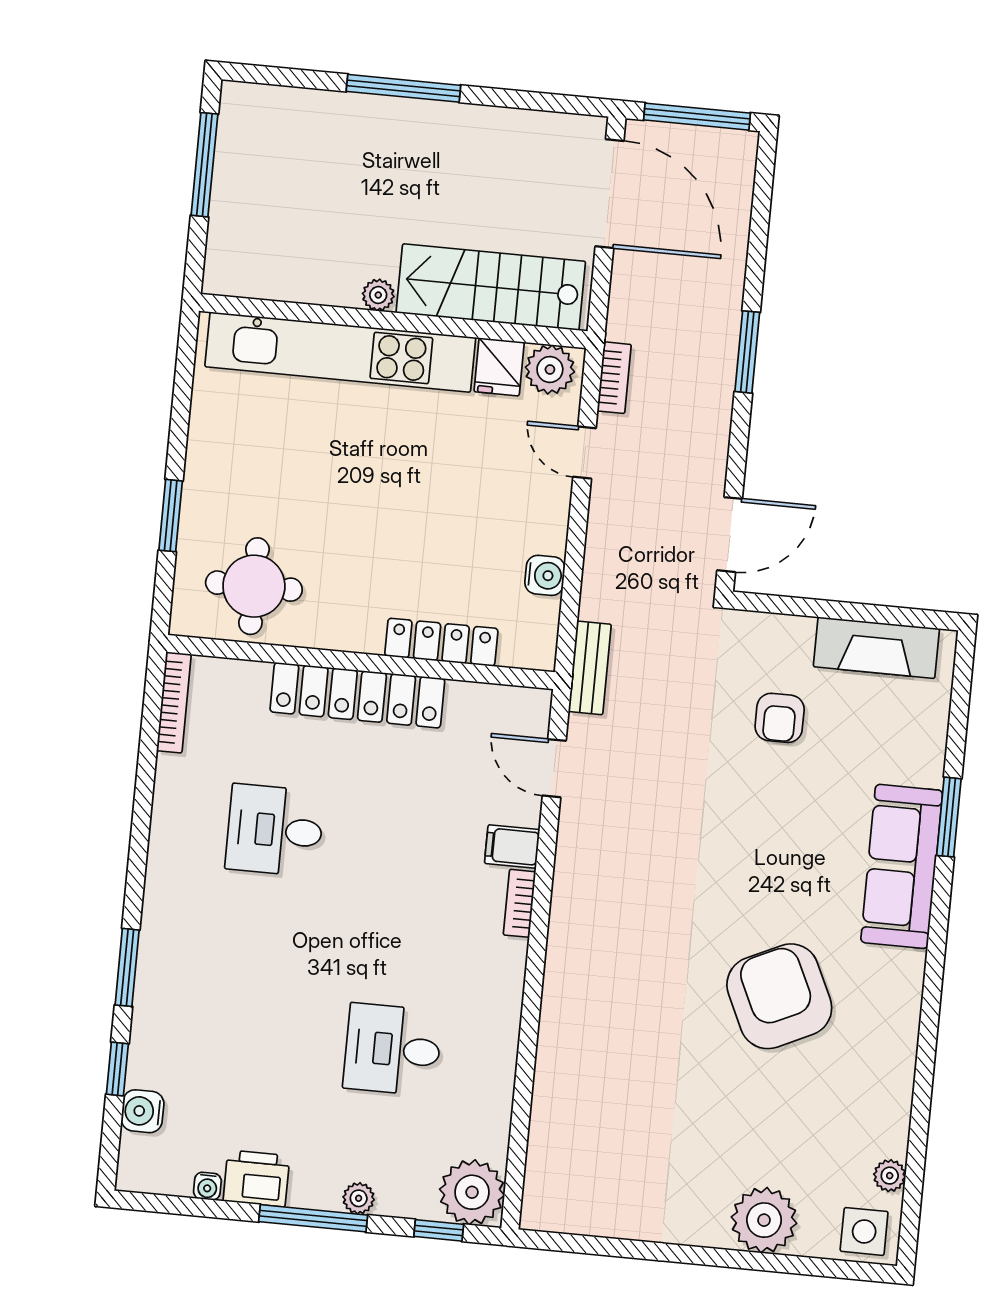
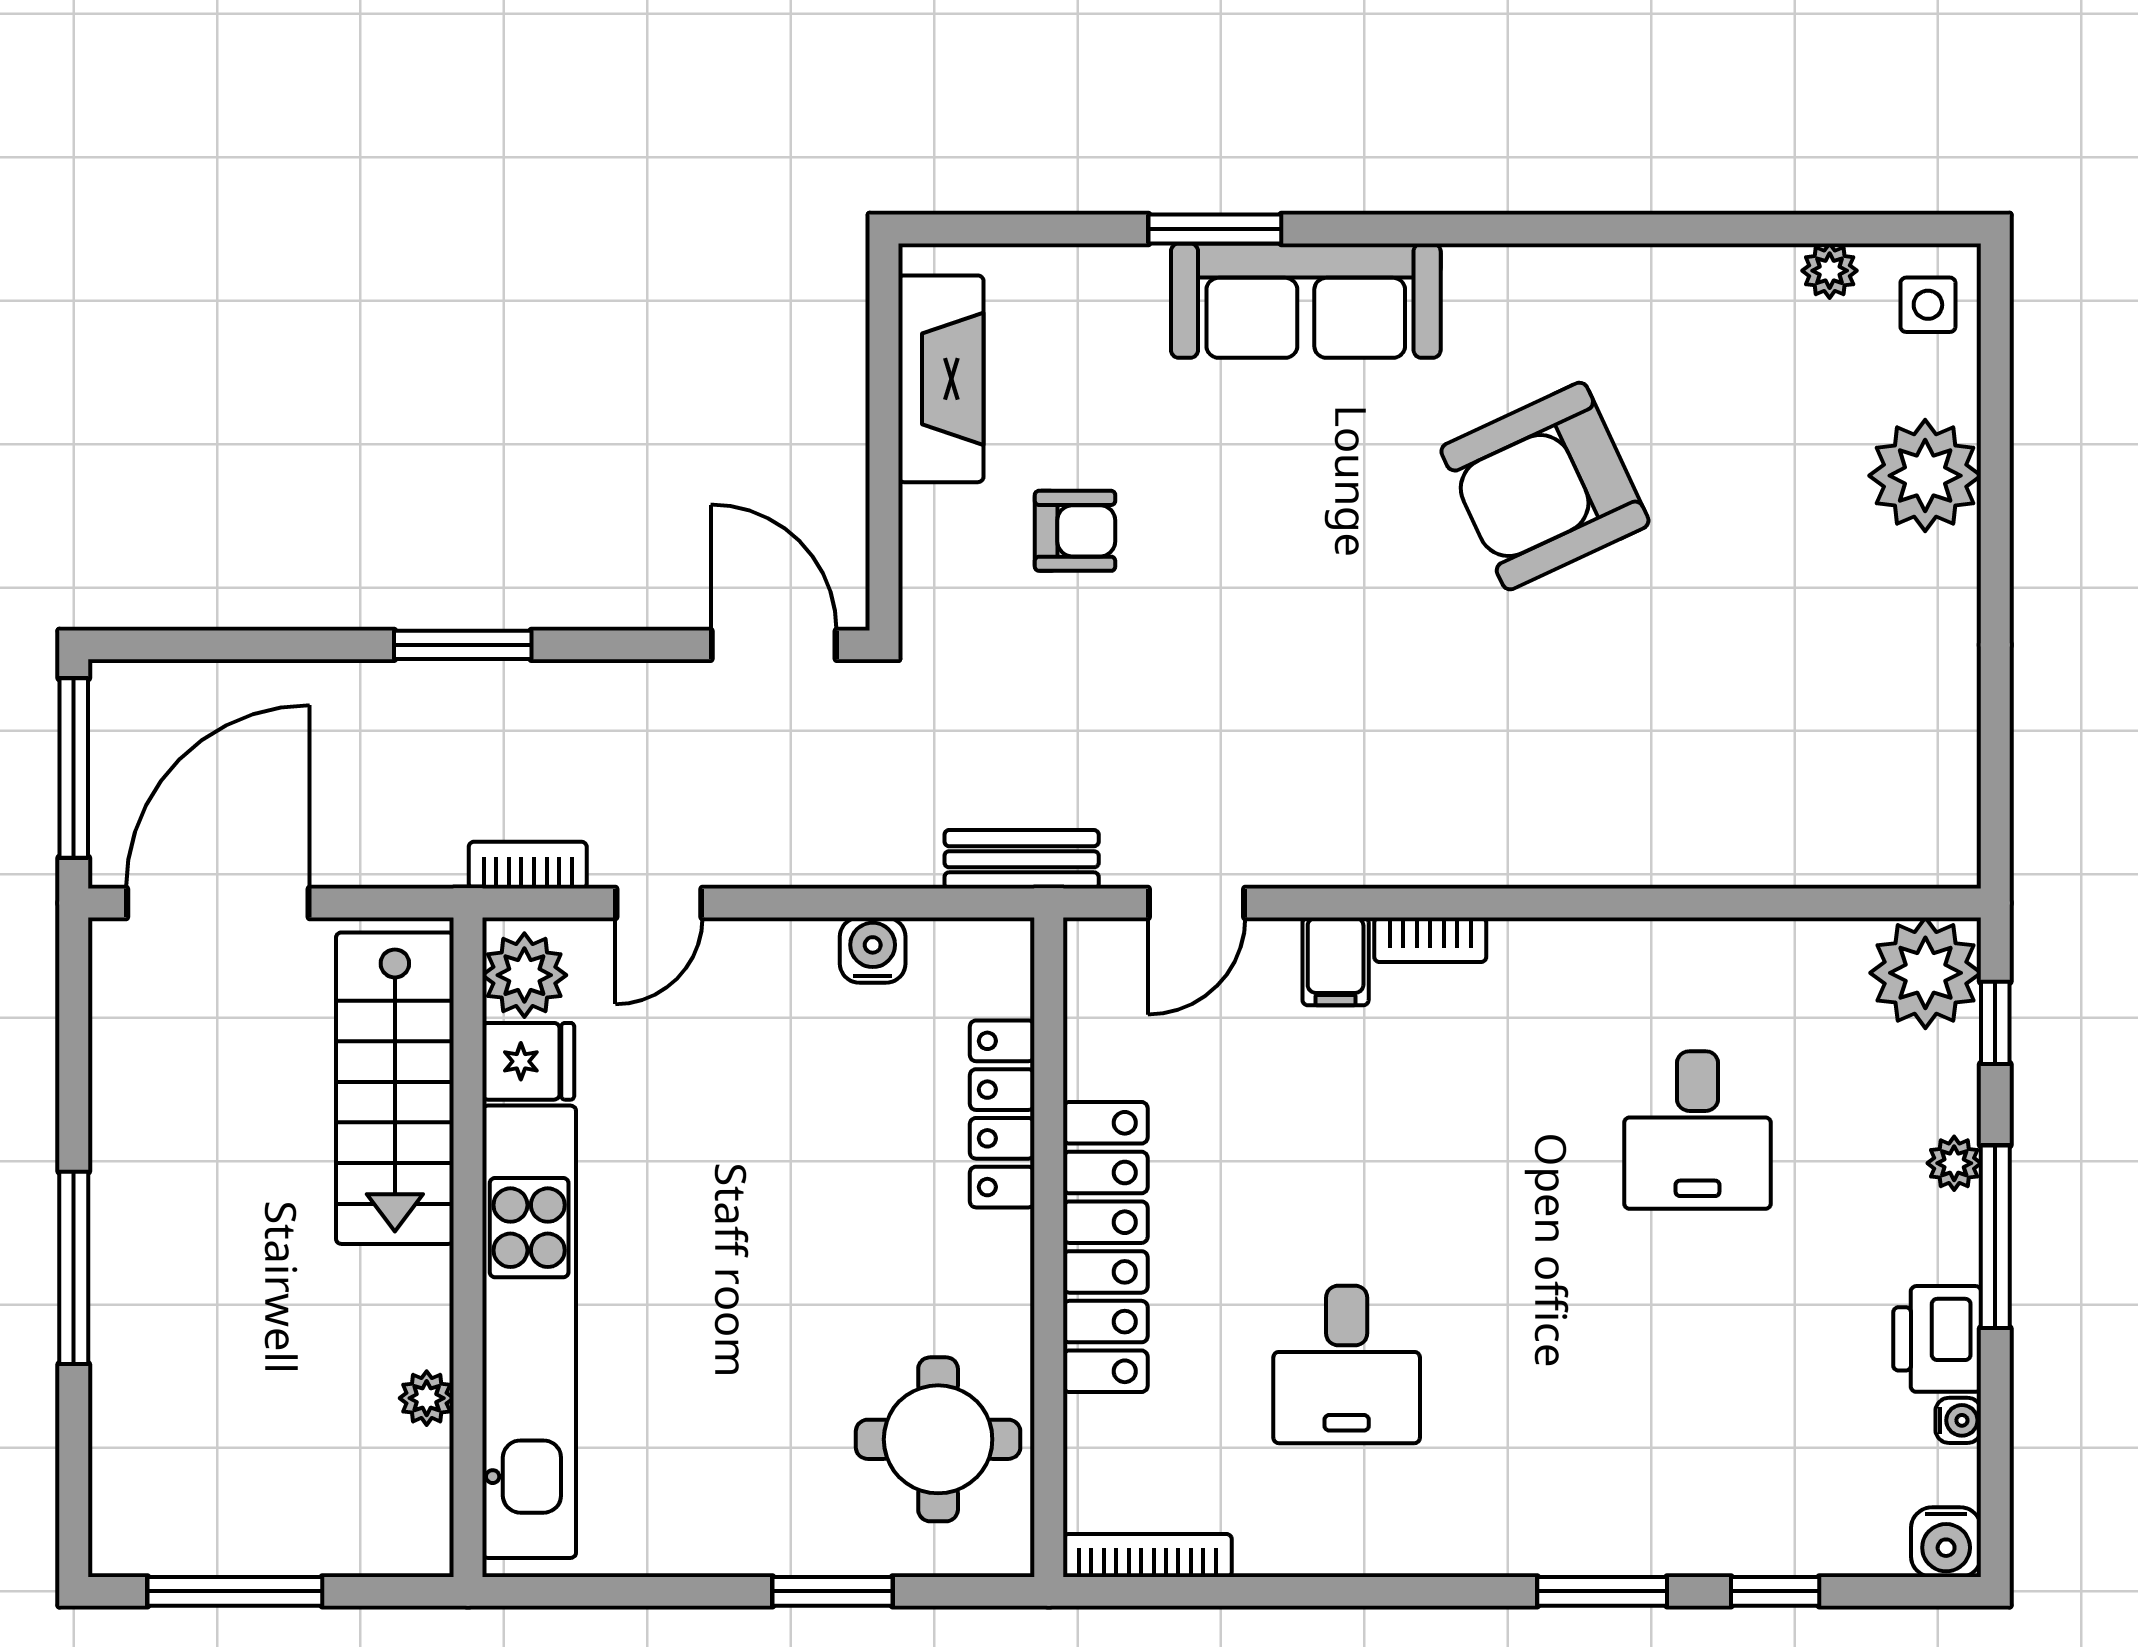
plant: (378, 295) -> (427, 1398), moved
water cooler: (142, 1111) -> (1946, 1542), moved
side table: (864, 1231) -> (1928, 305), width x0.73, depth x0.73

